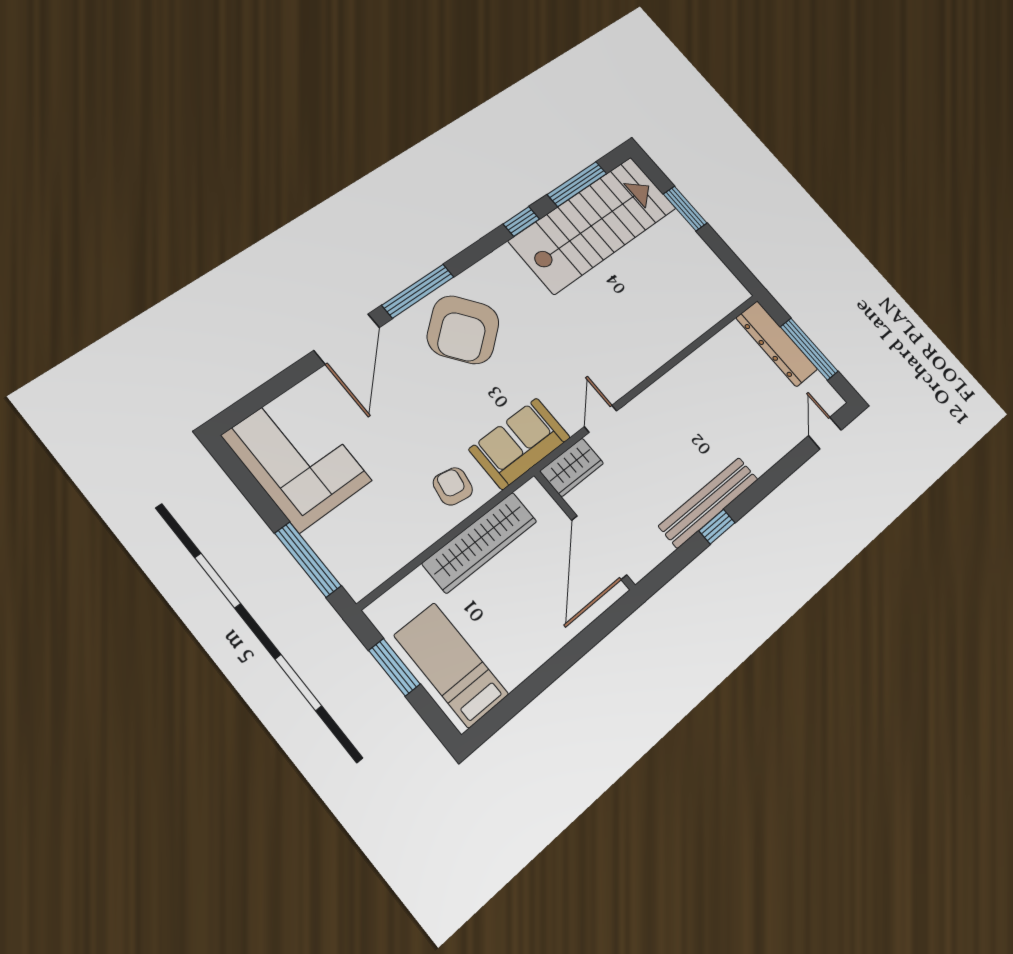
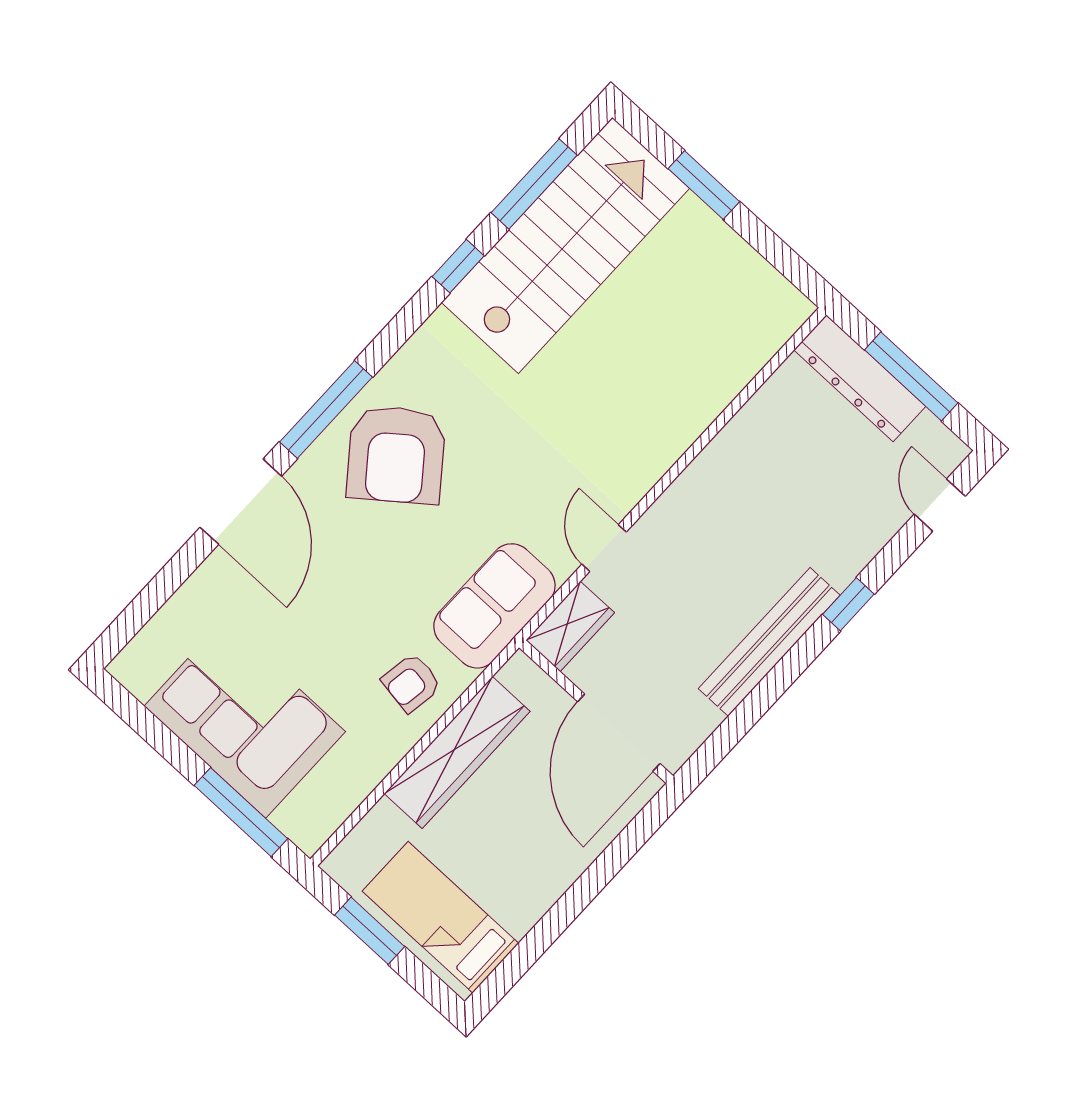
corner sofa: (297, 458) -> (245, 719), moved
armchair: (453, 486) -> (412, 683), turned -91
window: (717, 527) -> (848, 604), moved

